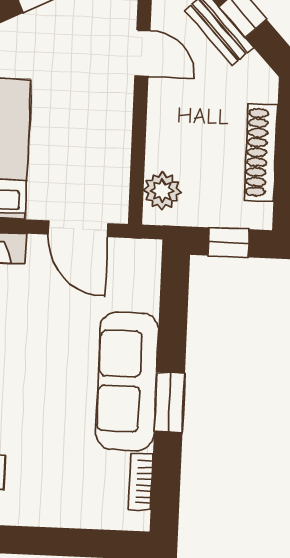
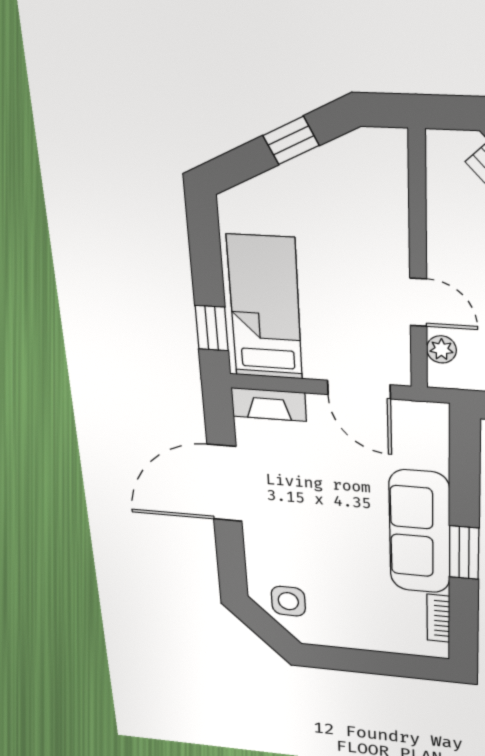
door: (142, 53) -> (418, 302), moved
plant: (162, 191) -> (441, 349), width x0.73, depth x0.73

